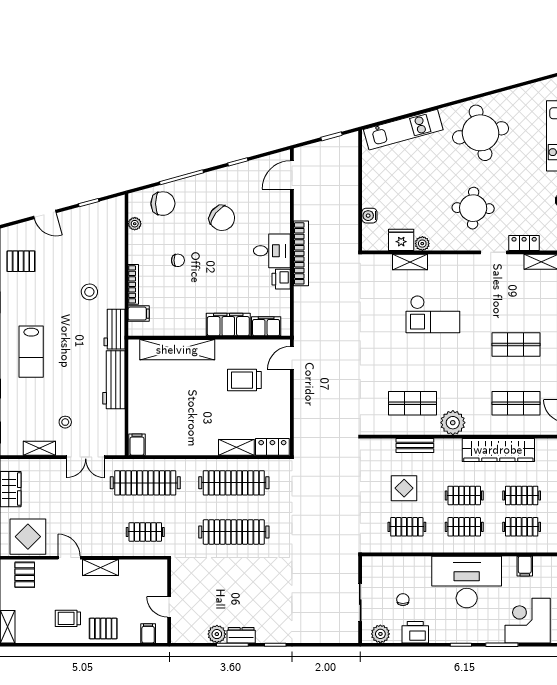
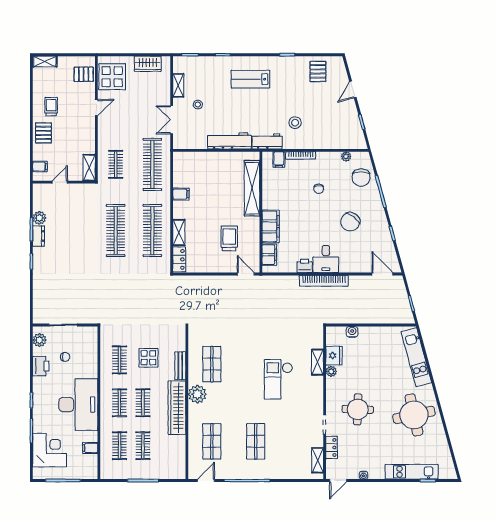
filing cabinet: (137, 445) -> (181, 194), moved
wardrobe: (498, 450) -> (177, 408), moved
shelving: (100, 567) -> (89, 168), moved

